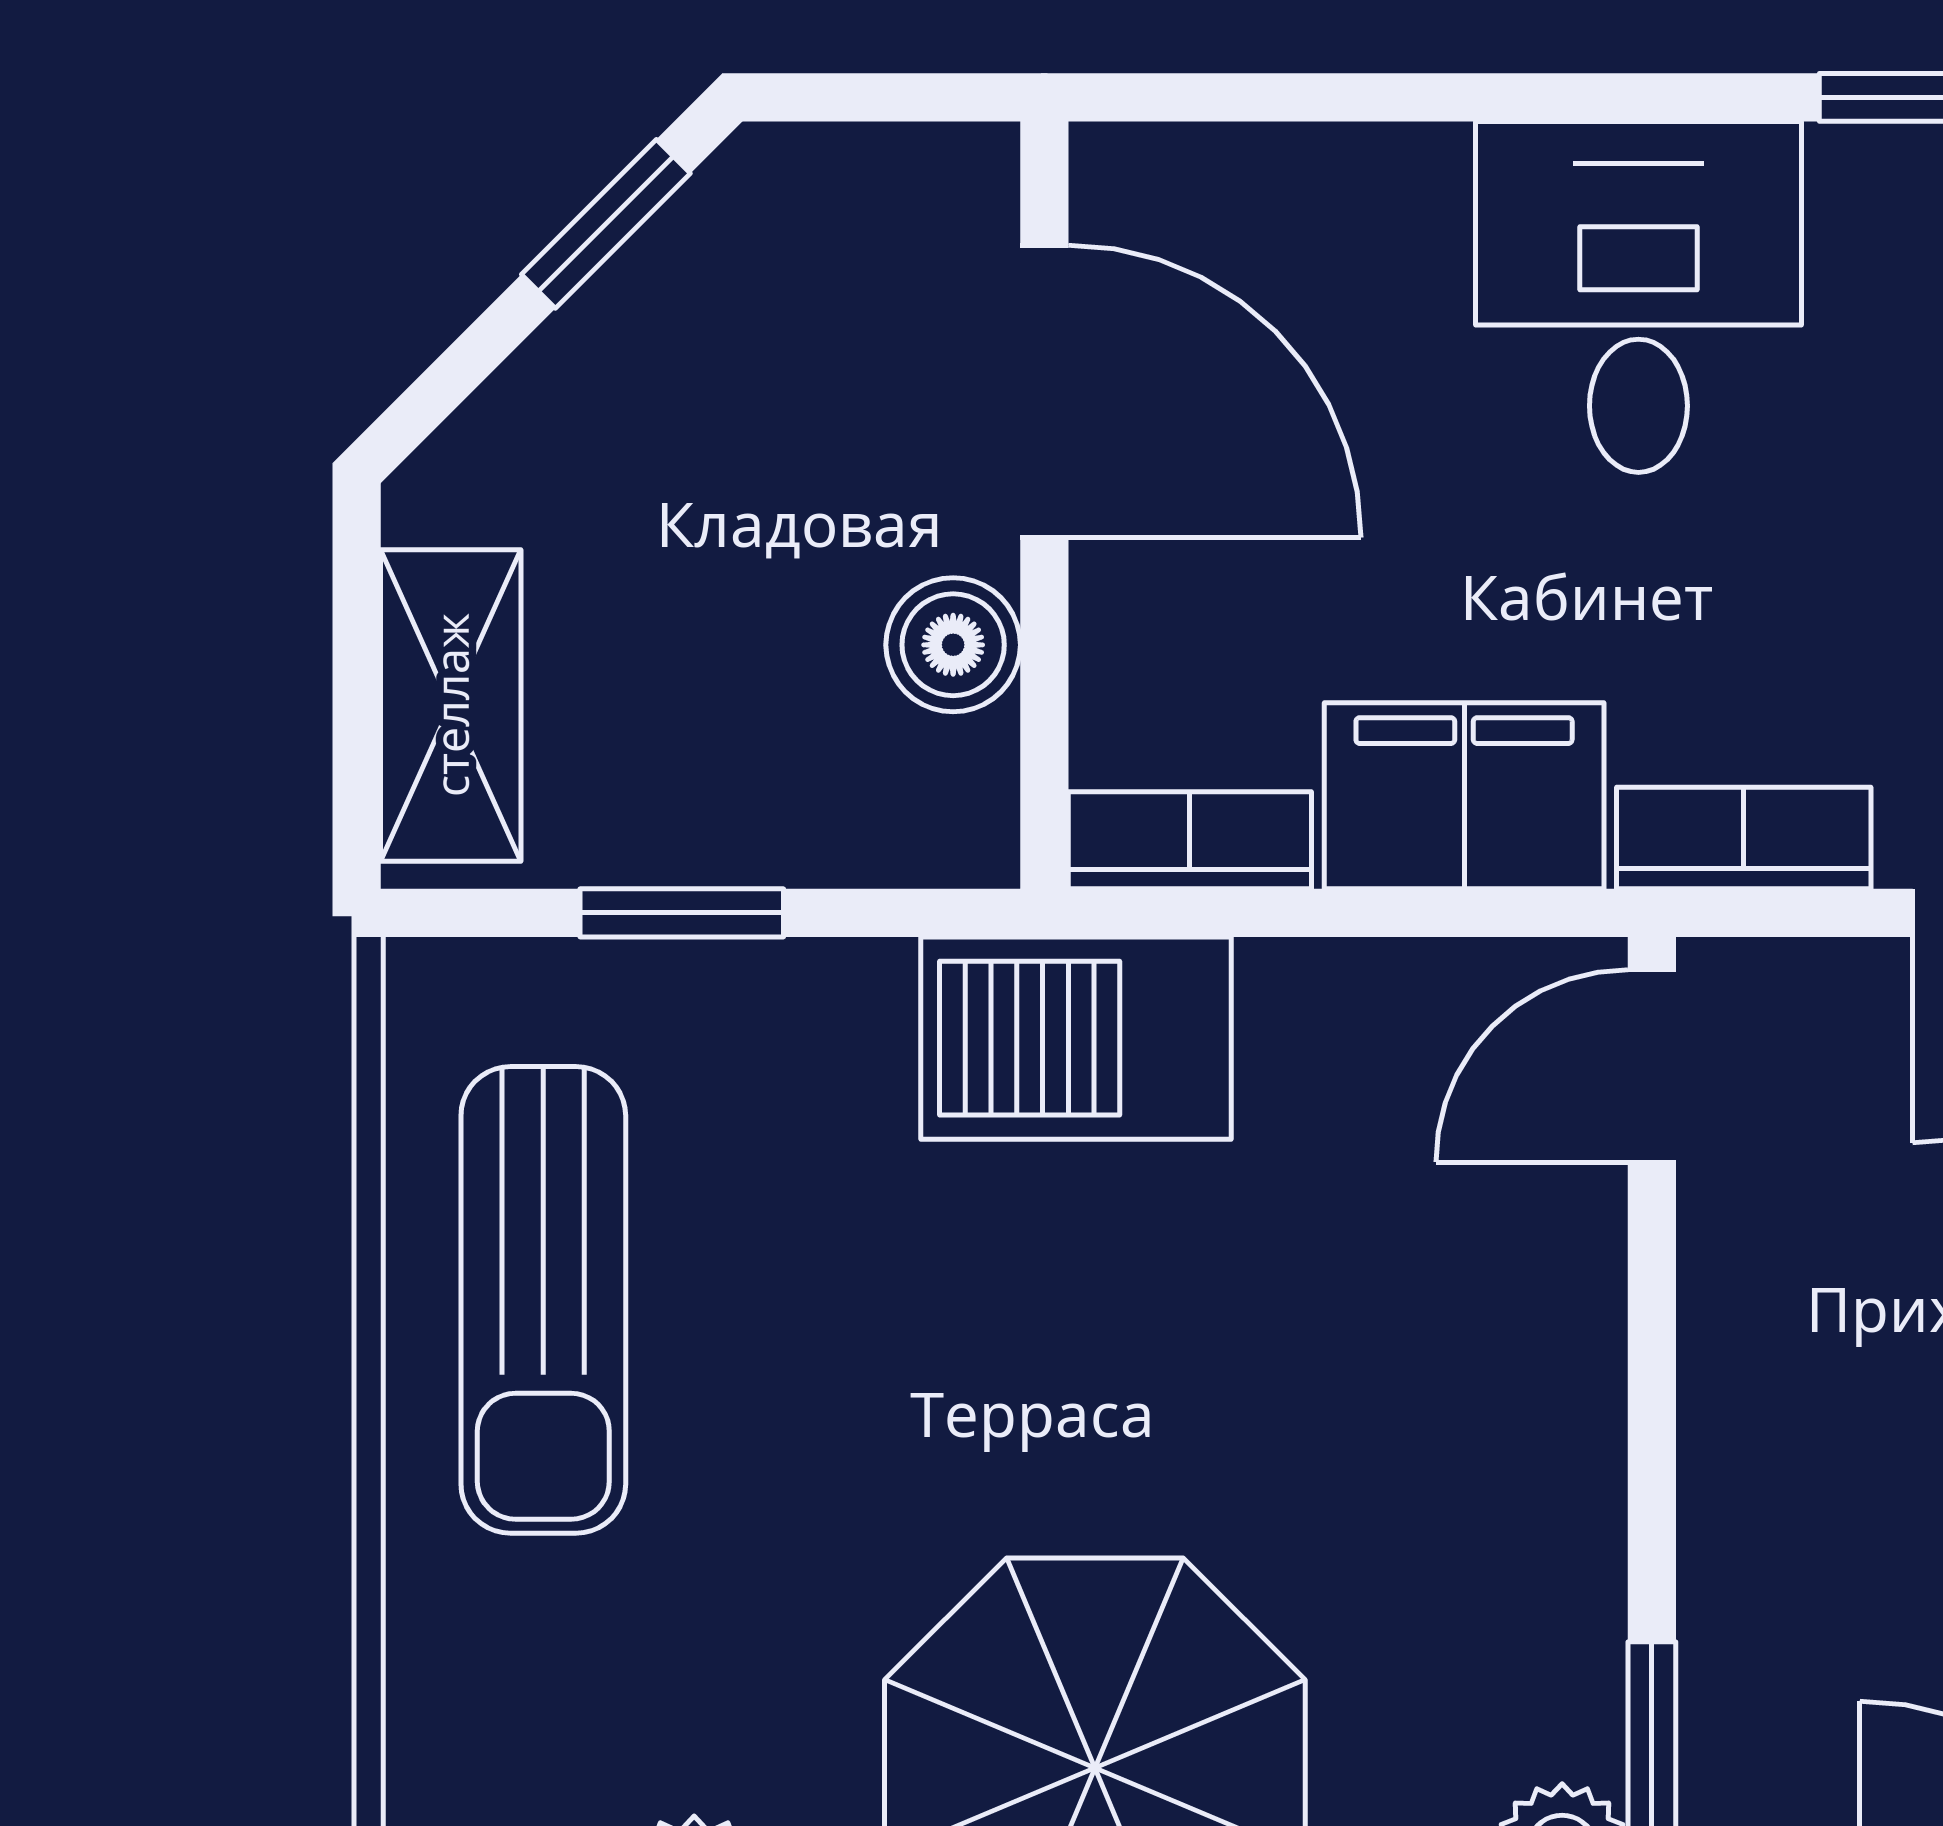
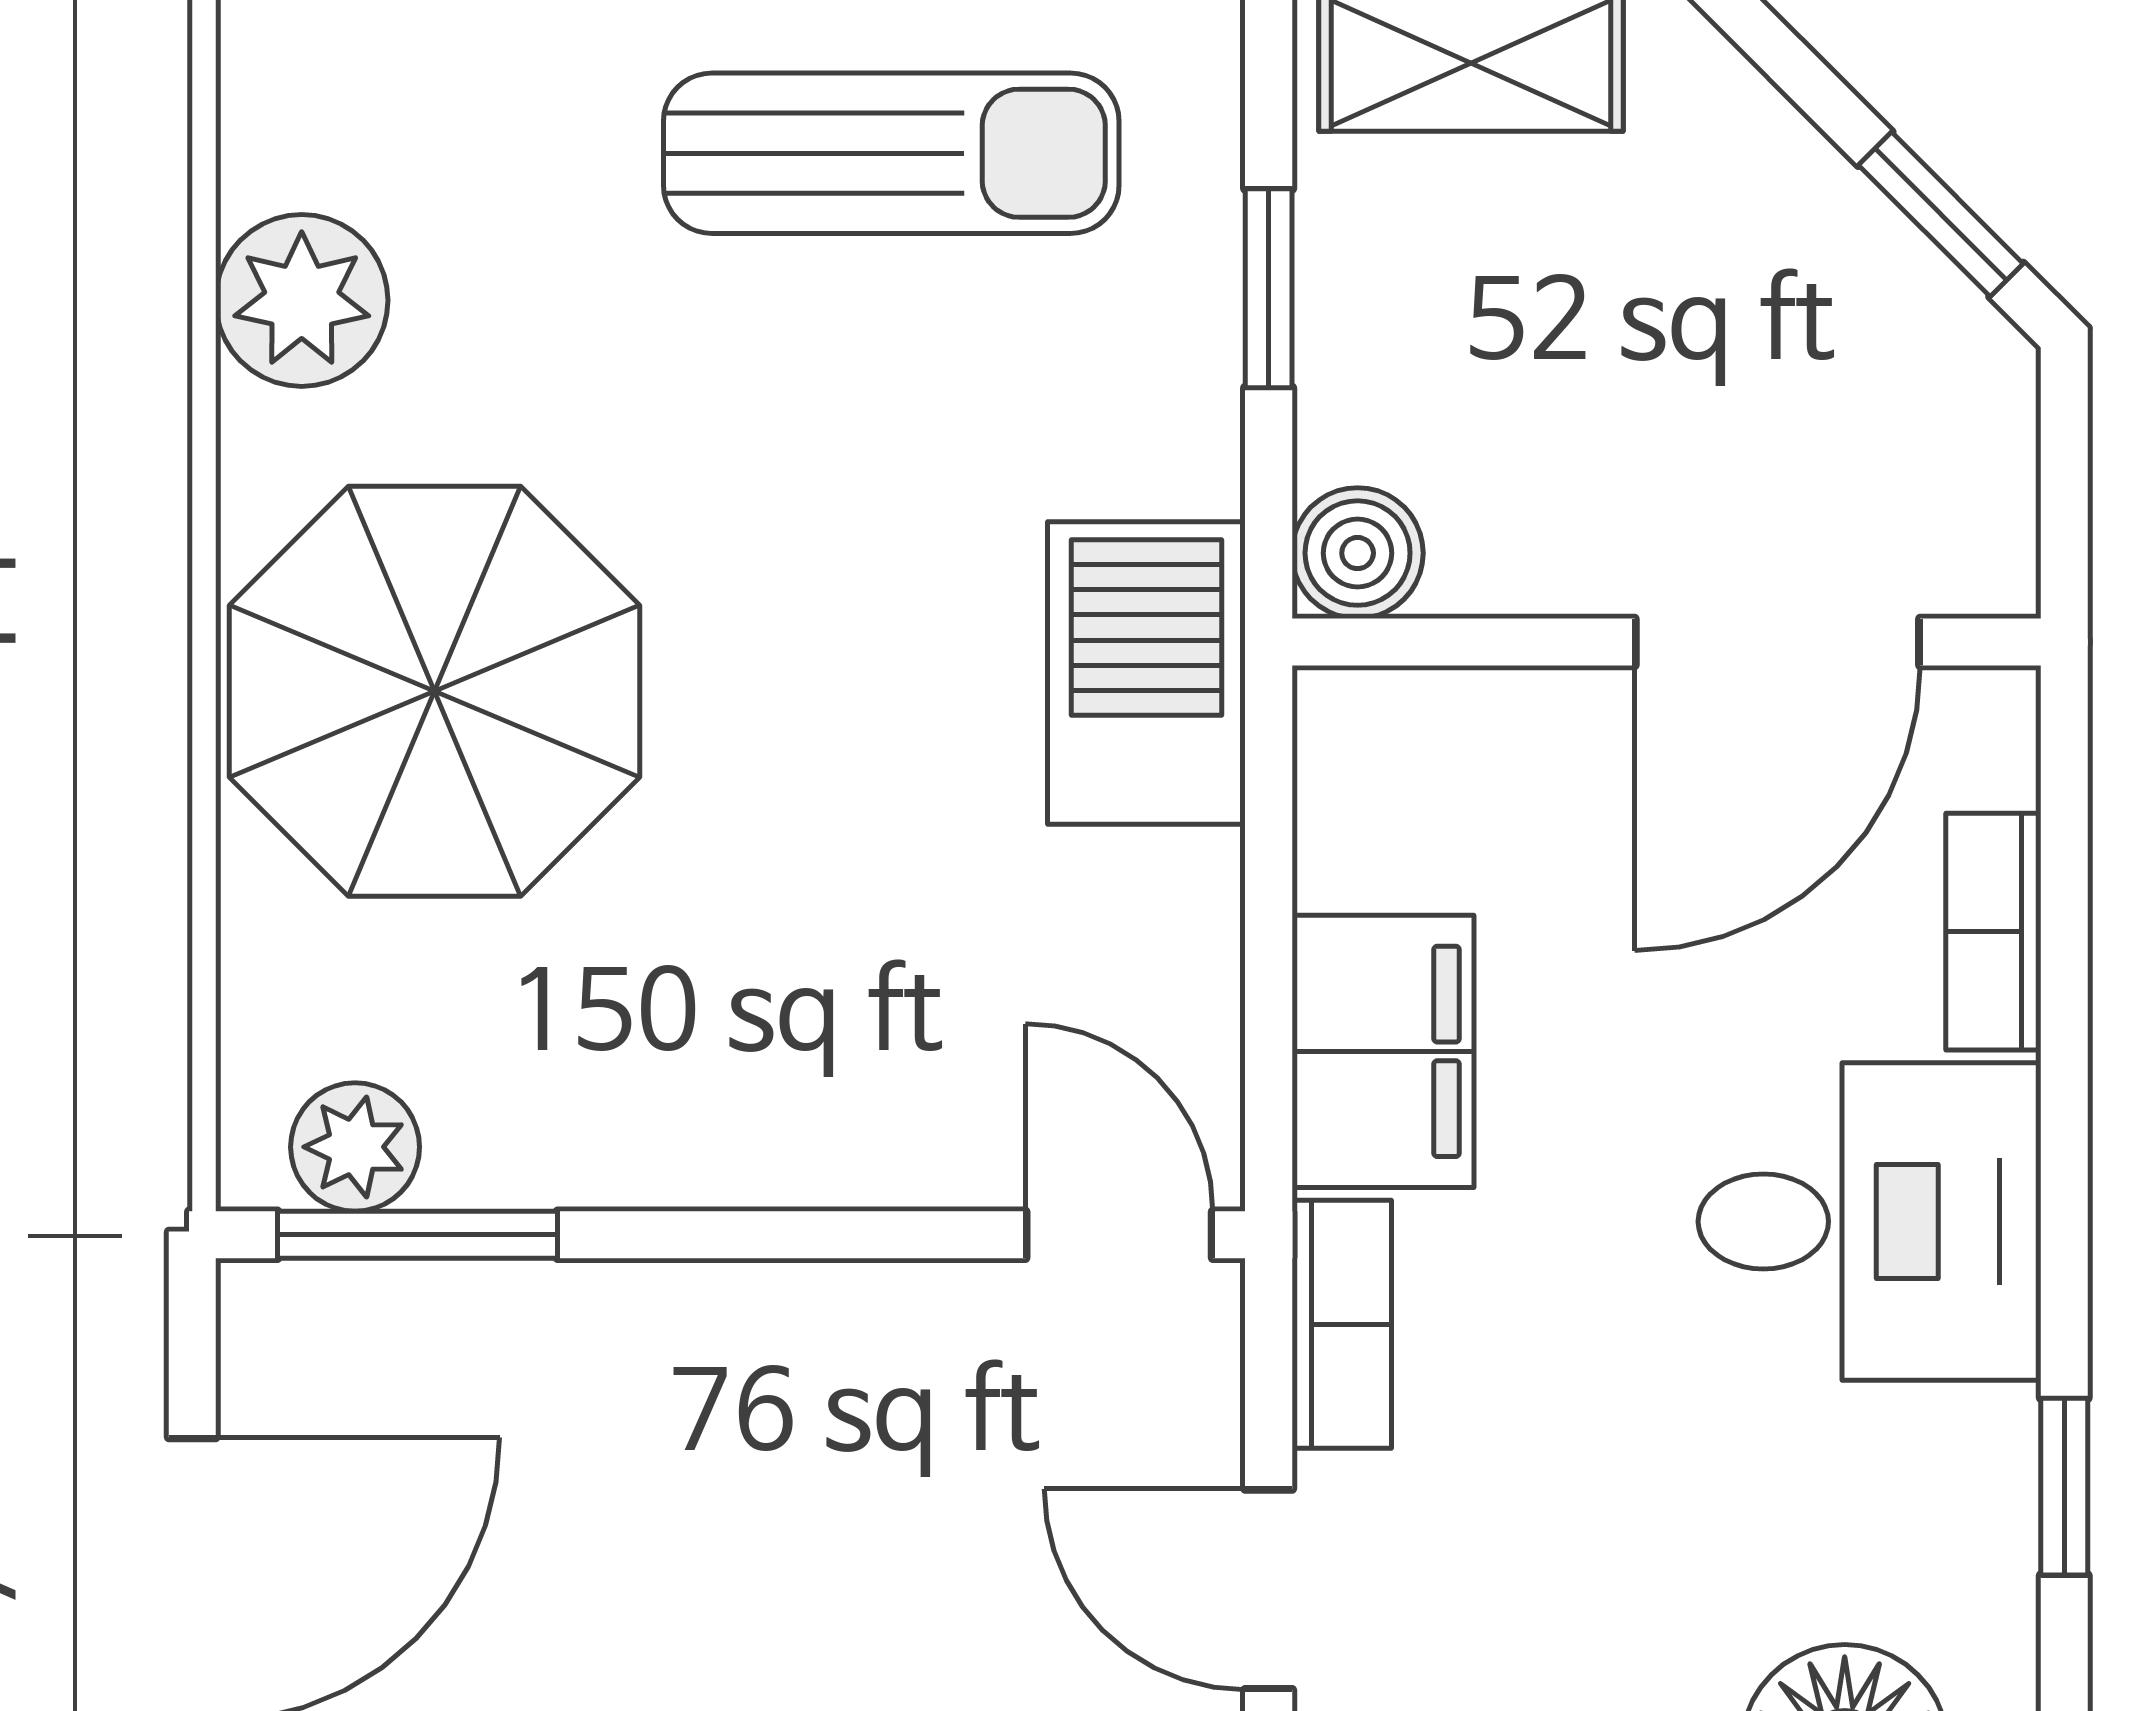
boiler: (953, 645) -> (1358, 553), moved
bookcase: (1190, 840) -> (1993, 932), moved, turned 180
sun lounger: (543, 1300) -> (891, 153), turned 180

